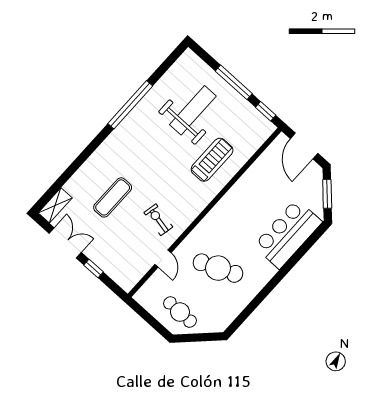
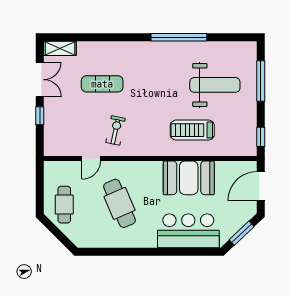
window: (234, 82) -> (261, 81), moved
treadmill: (212, 160) -> (192, 130), turned 180
booth: (247, 196) -> (189, 178), added

